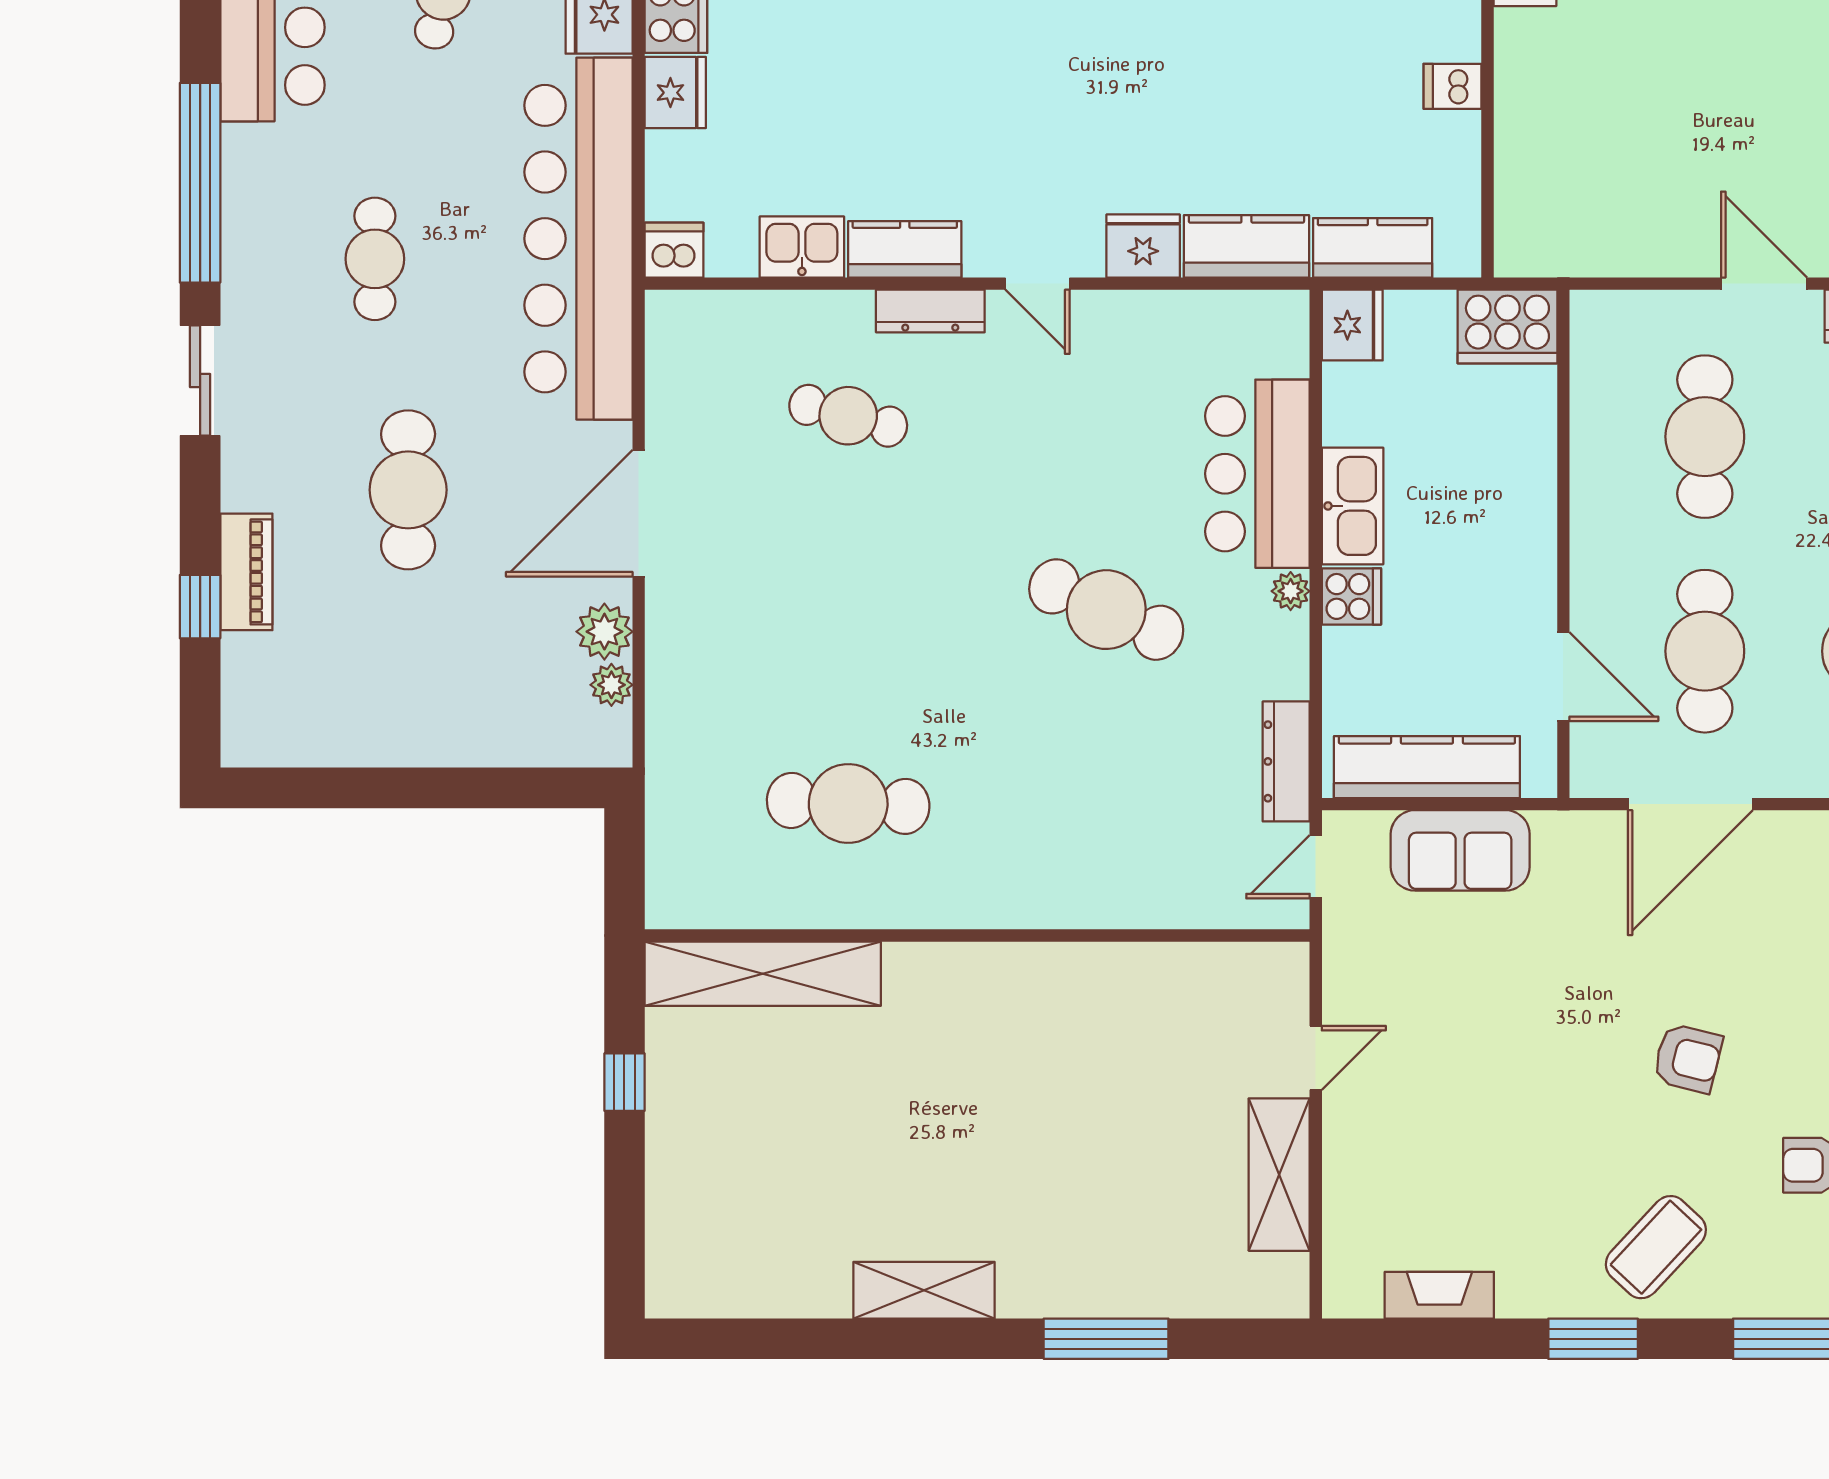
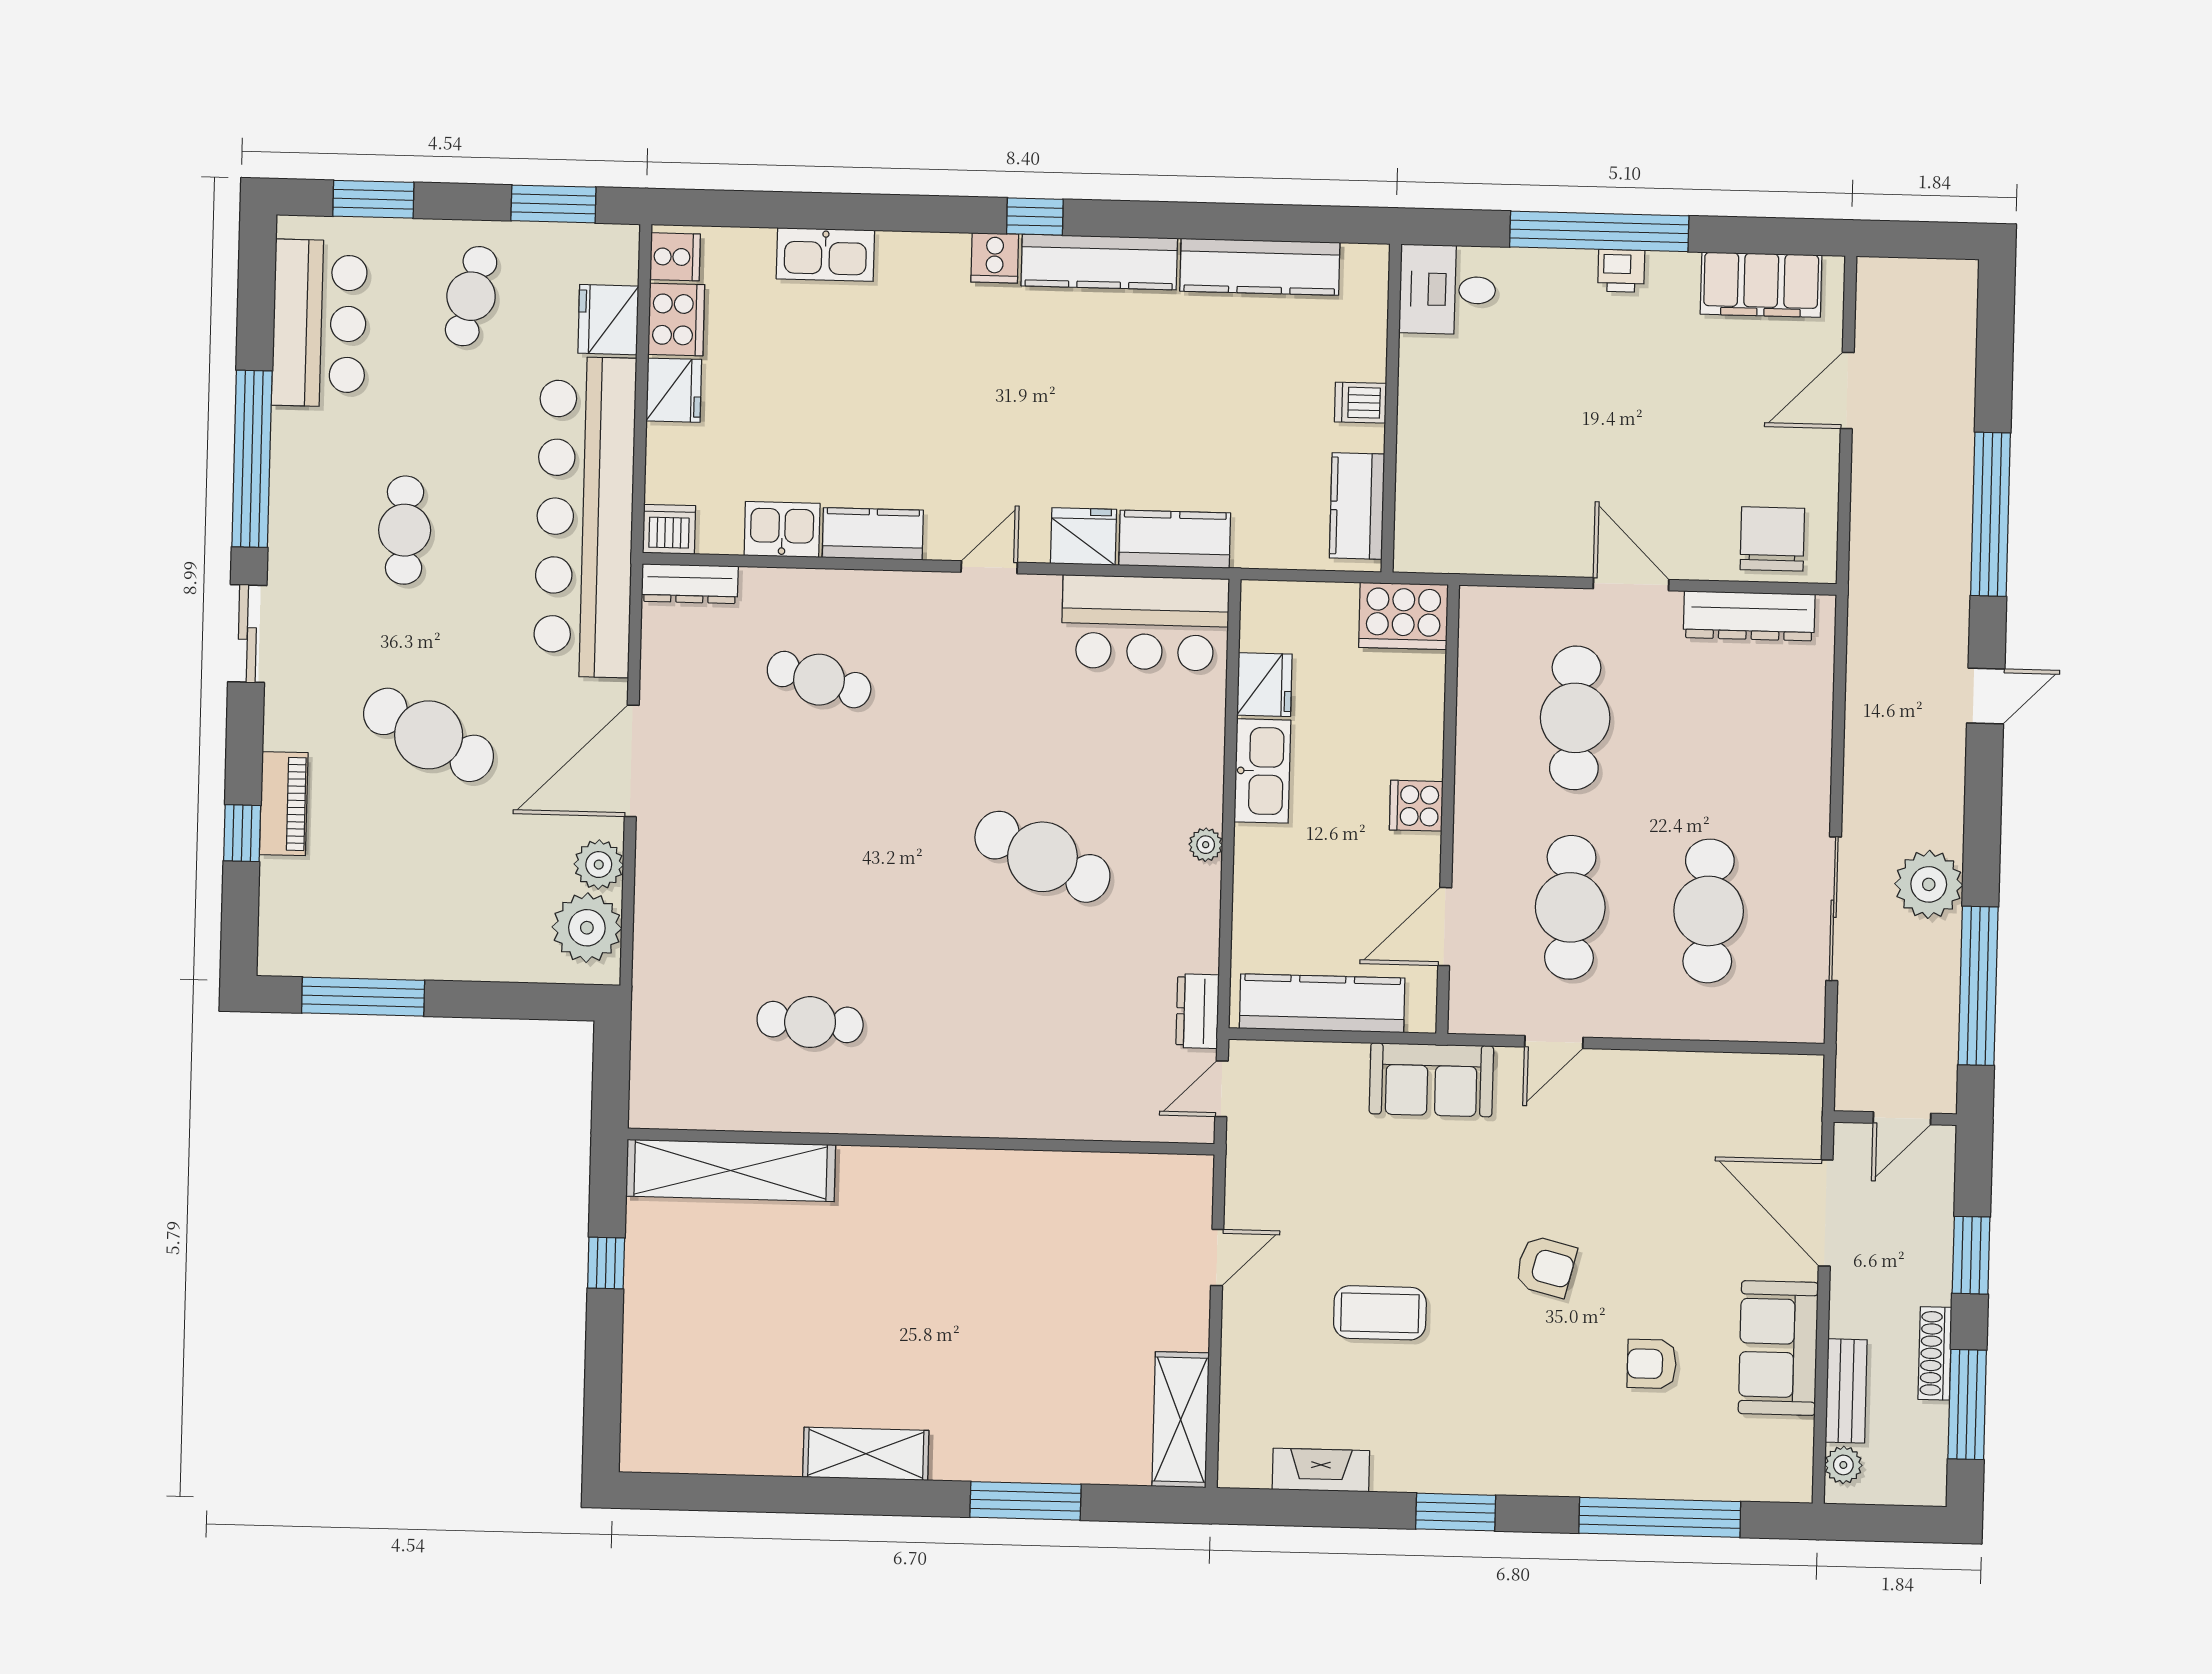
kitchen counter: (1373, 248) -> (1357, 506), moved, turned -90
door: (1037, 284) -> (989, 567), swing flipped
dresser: (930, 311) -> (690, 584), moved
fridge: (1352, 325) -> (1264, 685), moved
bar counter: (1257, 474) -> (1145, 623), moved, turned -90
cafe table: (408, 490) -> (429, 735), turned -63
cooker: (1351, 596) -> (1416, 806), moved, turned 180
door: (1563, 677) -> (1445, 927), swing flipped
plant: (611, 685) -> (587, 928), width x1.87, depth x1.87
dresser: (1286, 761) -> (1197, 1011), width x0.70
window: (342, 788) -> (363, 997), added
cafe table: (848, 803) -> (810, 1022), width x0.73, depth x0.74
door: (1690, 804) -> (1554, 1042), width x0.53
sofa: (1460, 850) -> (1431, 1080), moved
shelving: (1279, 1175) -> (1181, 1420), moved
coffee table: (1656, 1247) -> (1380, 1313), moved, turned 47

